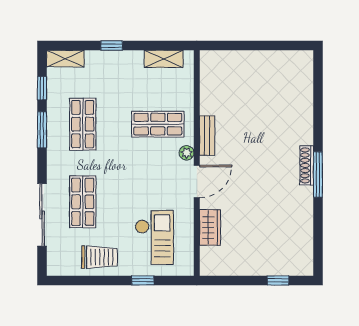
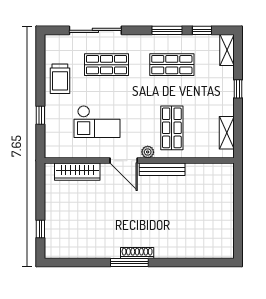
bench: (207, 136) -> (162, 169), width x1.36
wardrobe: (210, 227) -> (77, 172), width x1.50
checkout: (154, 237) -> (97, 122), moved

